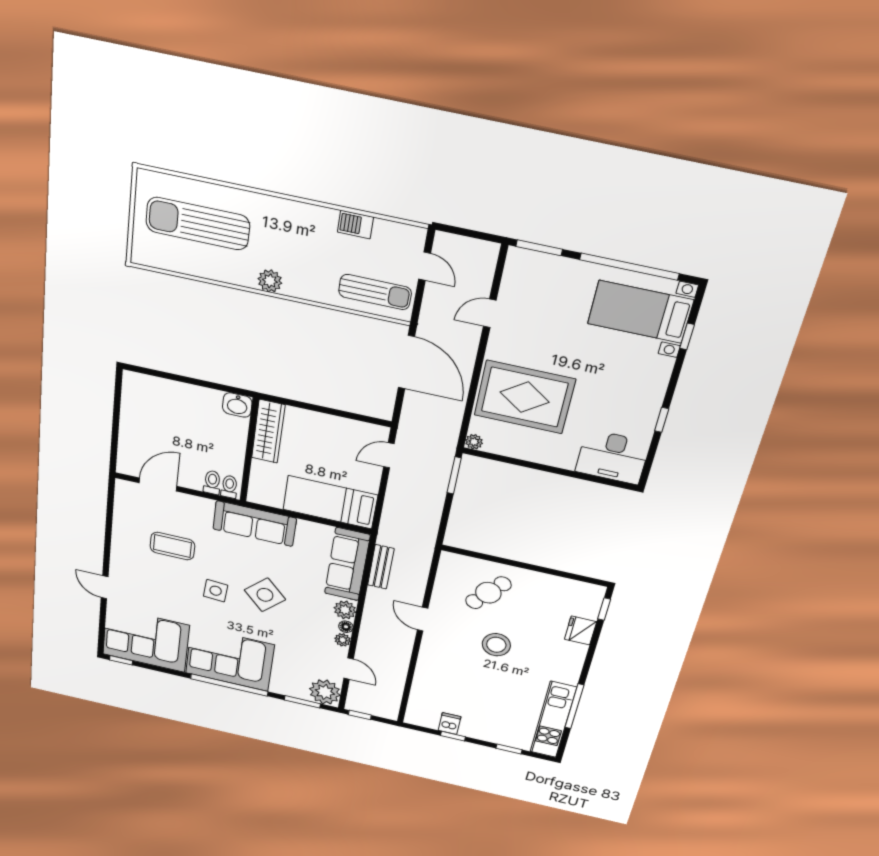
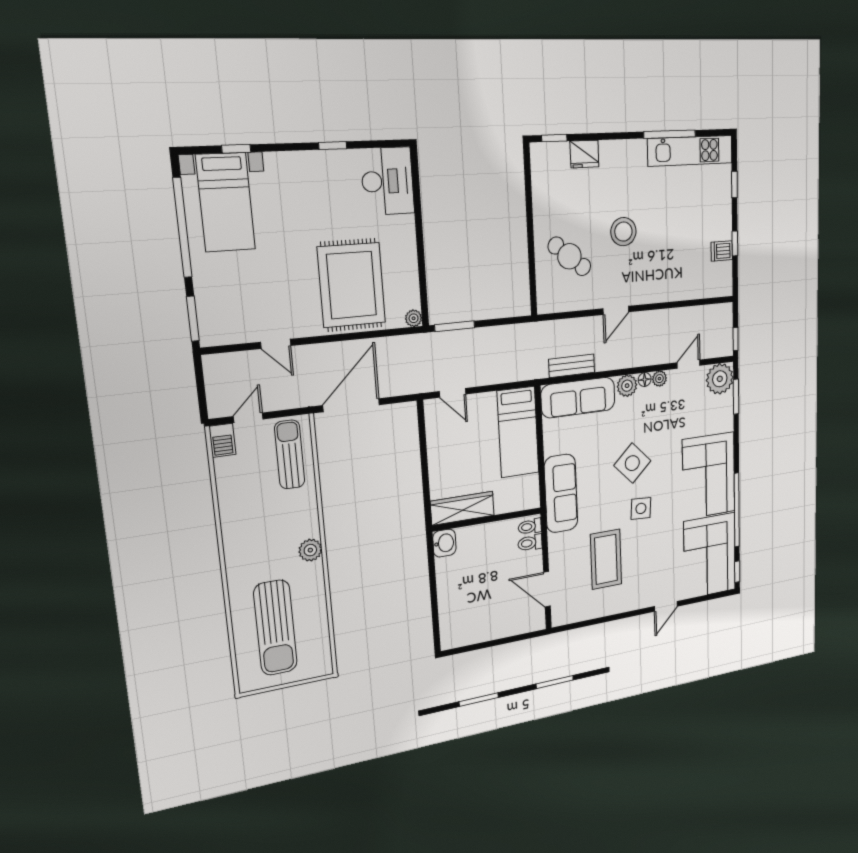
barbecue: (355, 225) -> (222, 440), moved
coffee table: (172, 546) -> (606, 559), width x1.36, depth x1.32
window: (229, 685) -> (737, 510), moved

